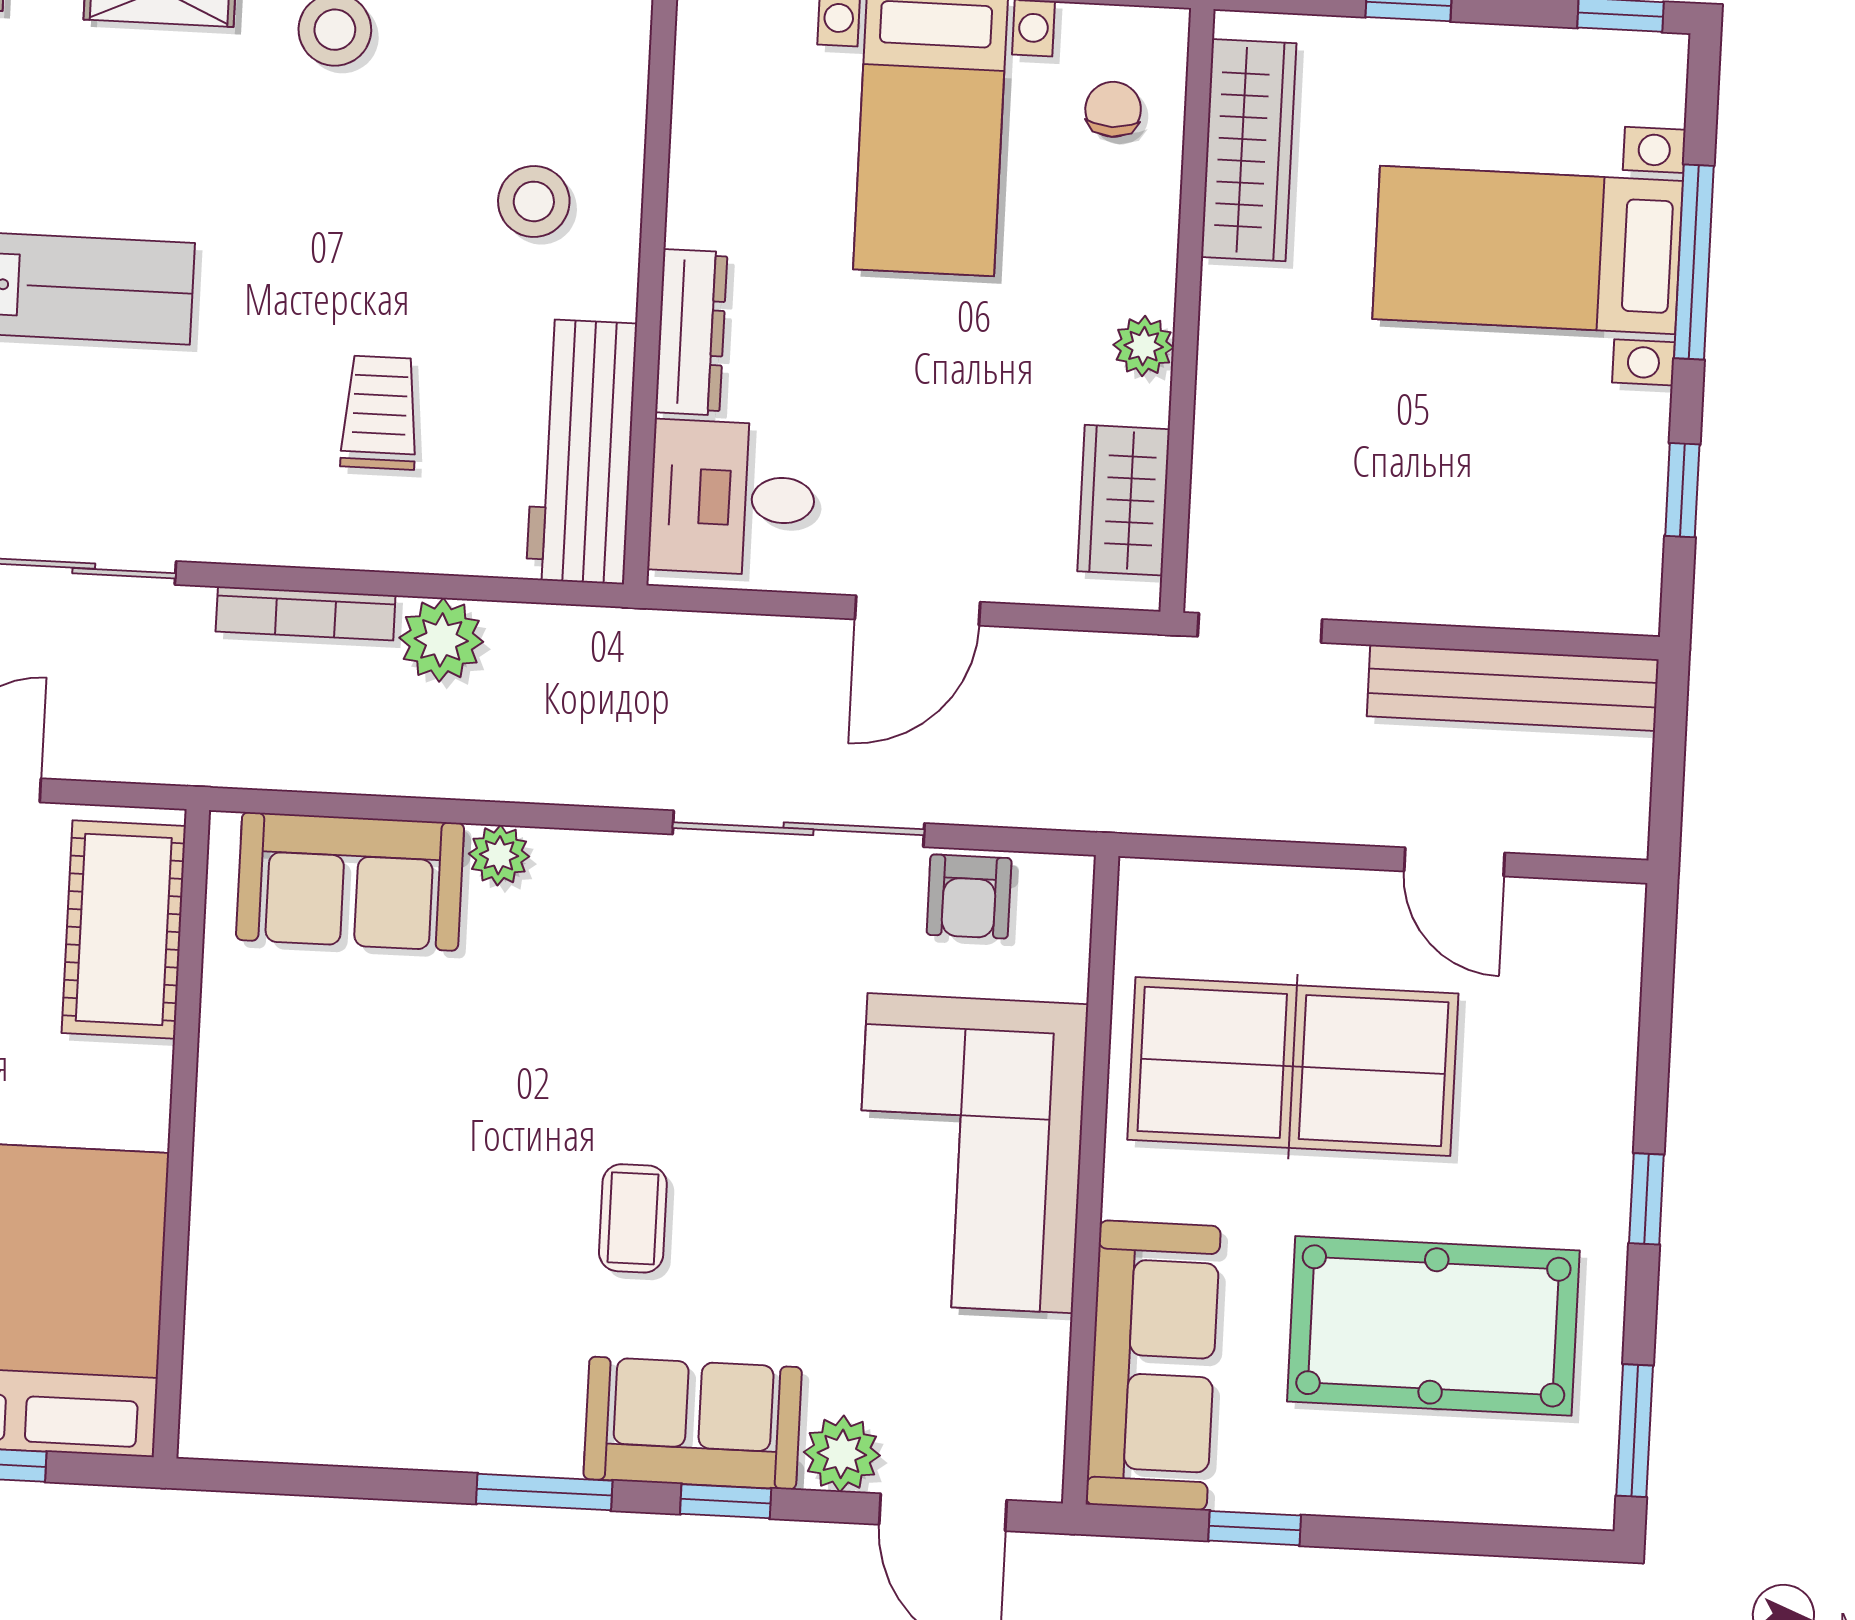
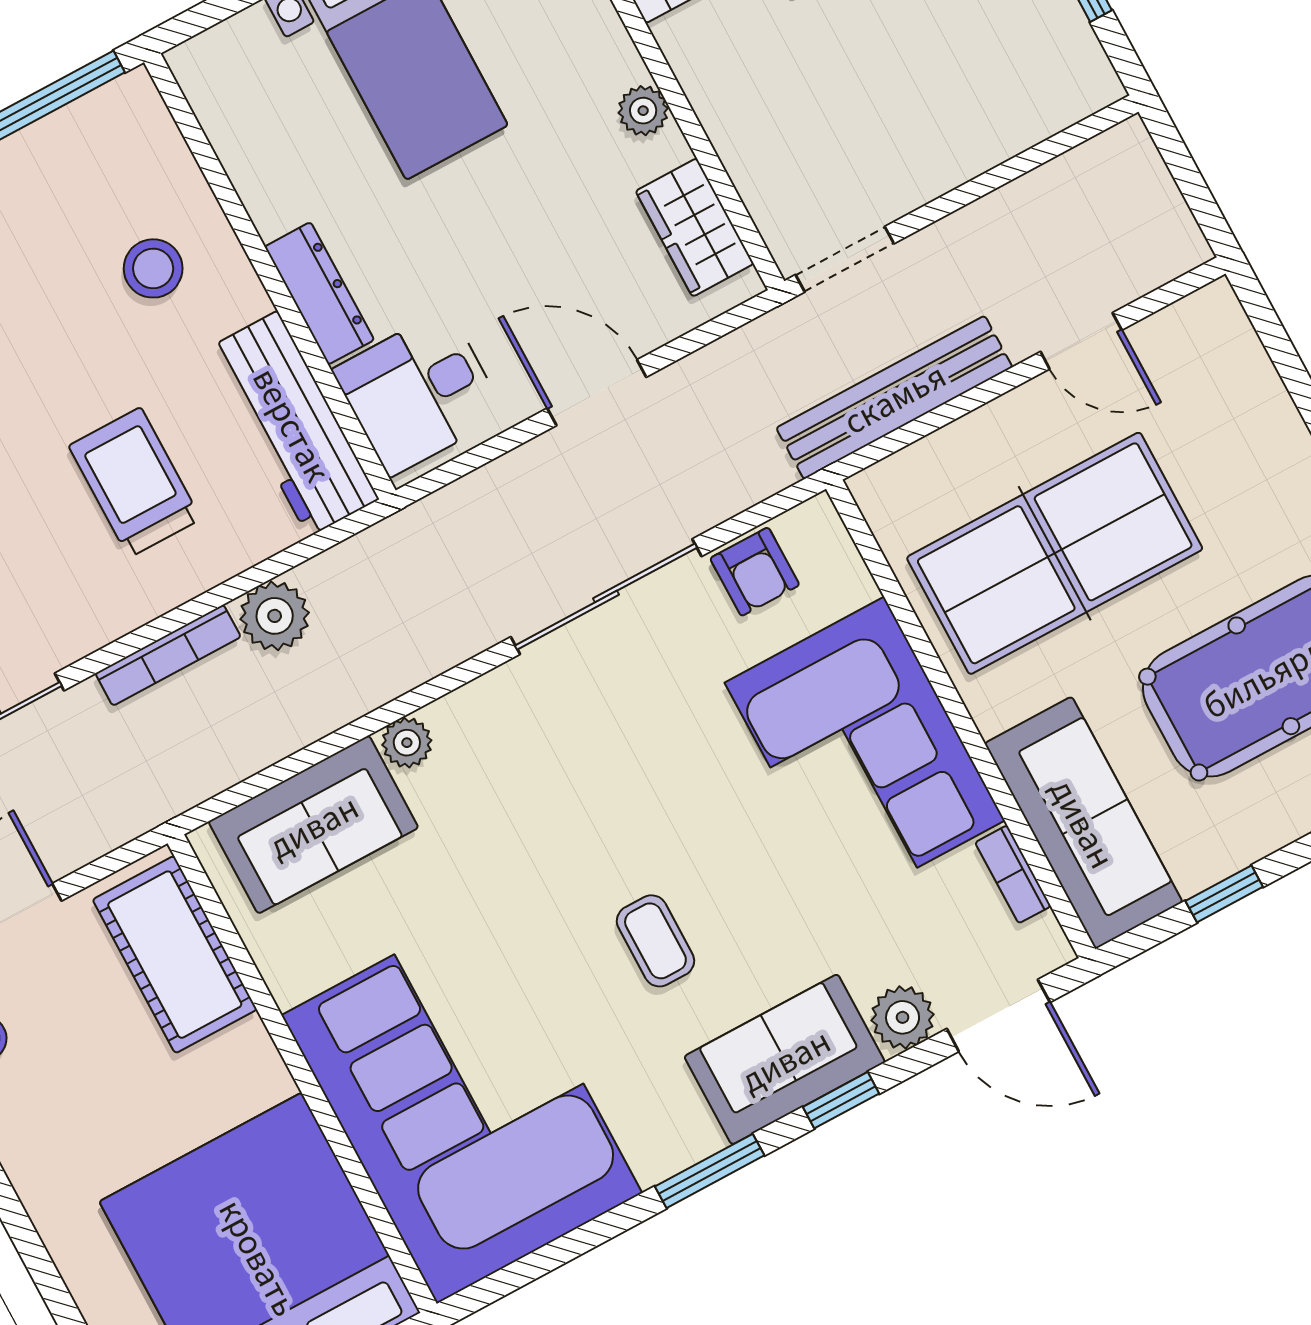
trolley: (380, 413) -> (135, 482), width x1.36, depth x1.39
door: (918, 611) -> (597, 393), swing flipped
bench: (1513, 688) -> (894, 397), moved
corner sofa: (328, 1266) -> (462, 1104), added
bookcase: (1047, 1374) -> (1013, 874), added

